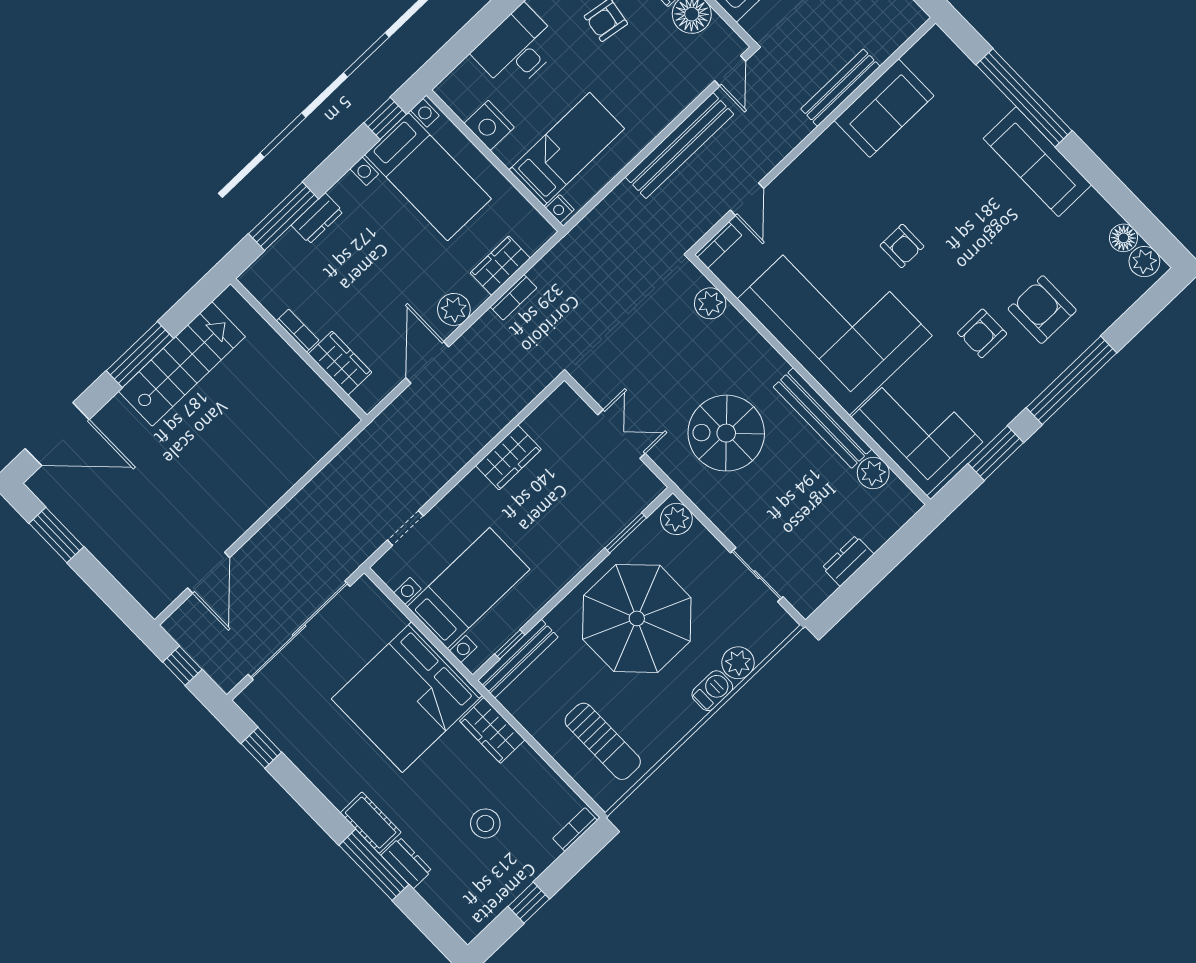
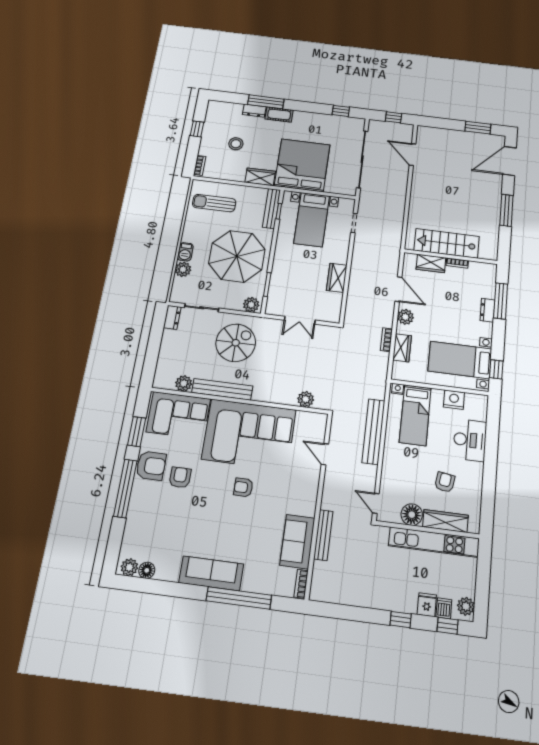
bench: (679, 146) -> (373, 431), moved
bookcase: (718, 245) -> (301, 584), moved
armchair: (1042, 310) -> (151, 466), moved
stairs: (182, 364) -> (447, 243), moved, turned 90
spiral stairs: (726, 433) -> (236, 343), moved
dresser: (848, 561) -> (172, 317), moved

